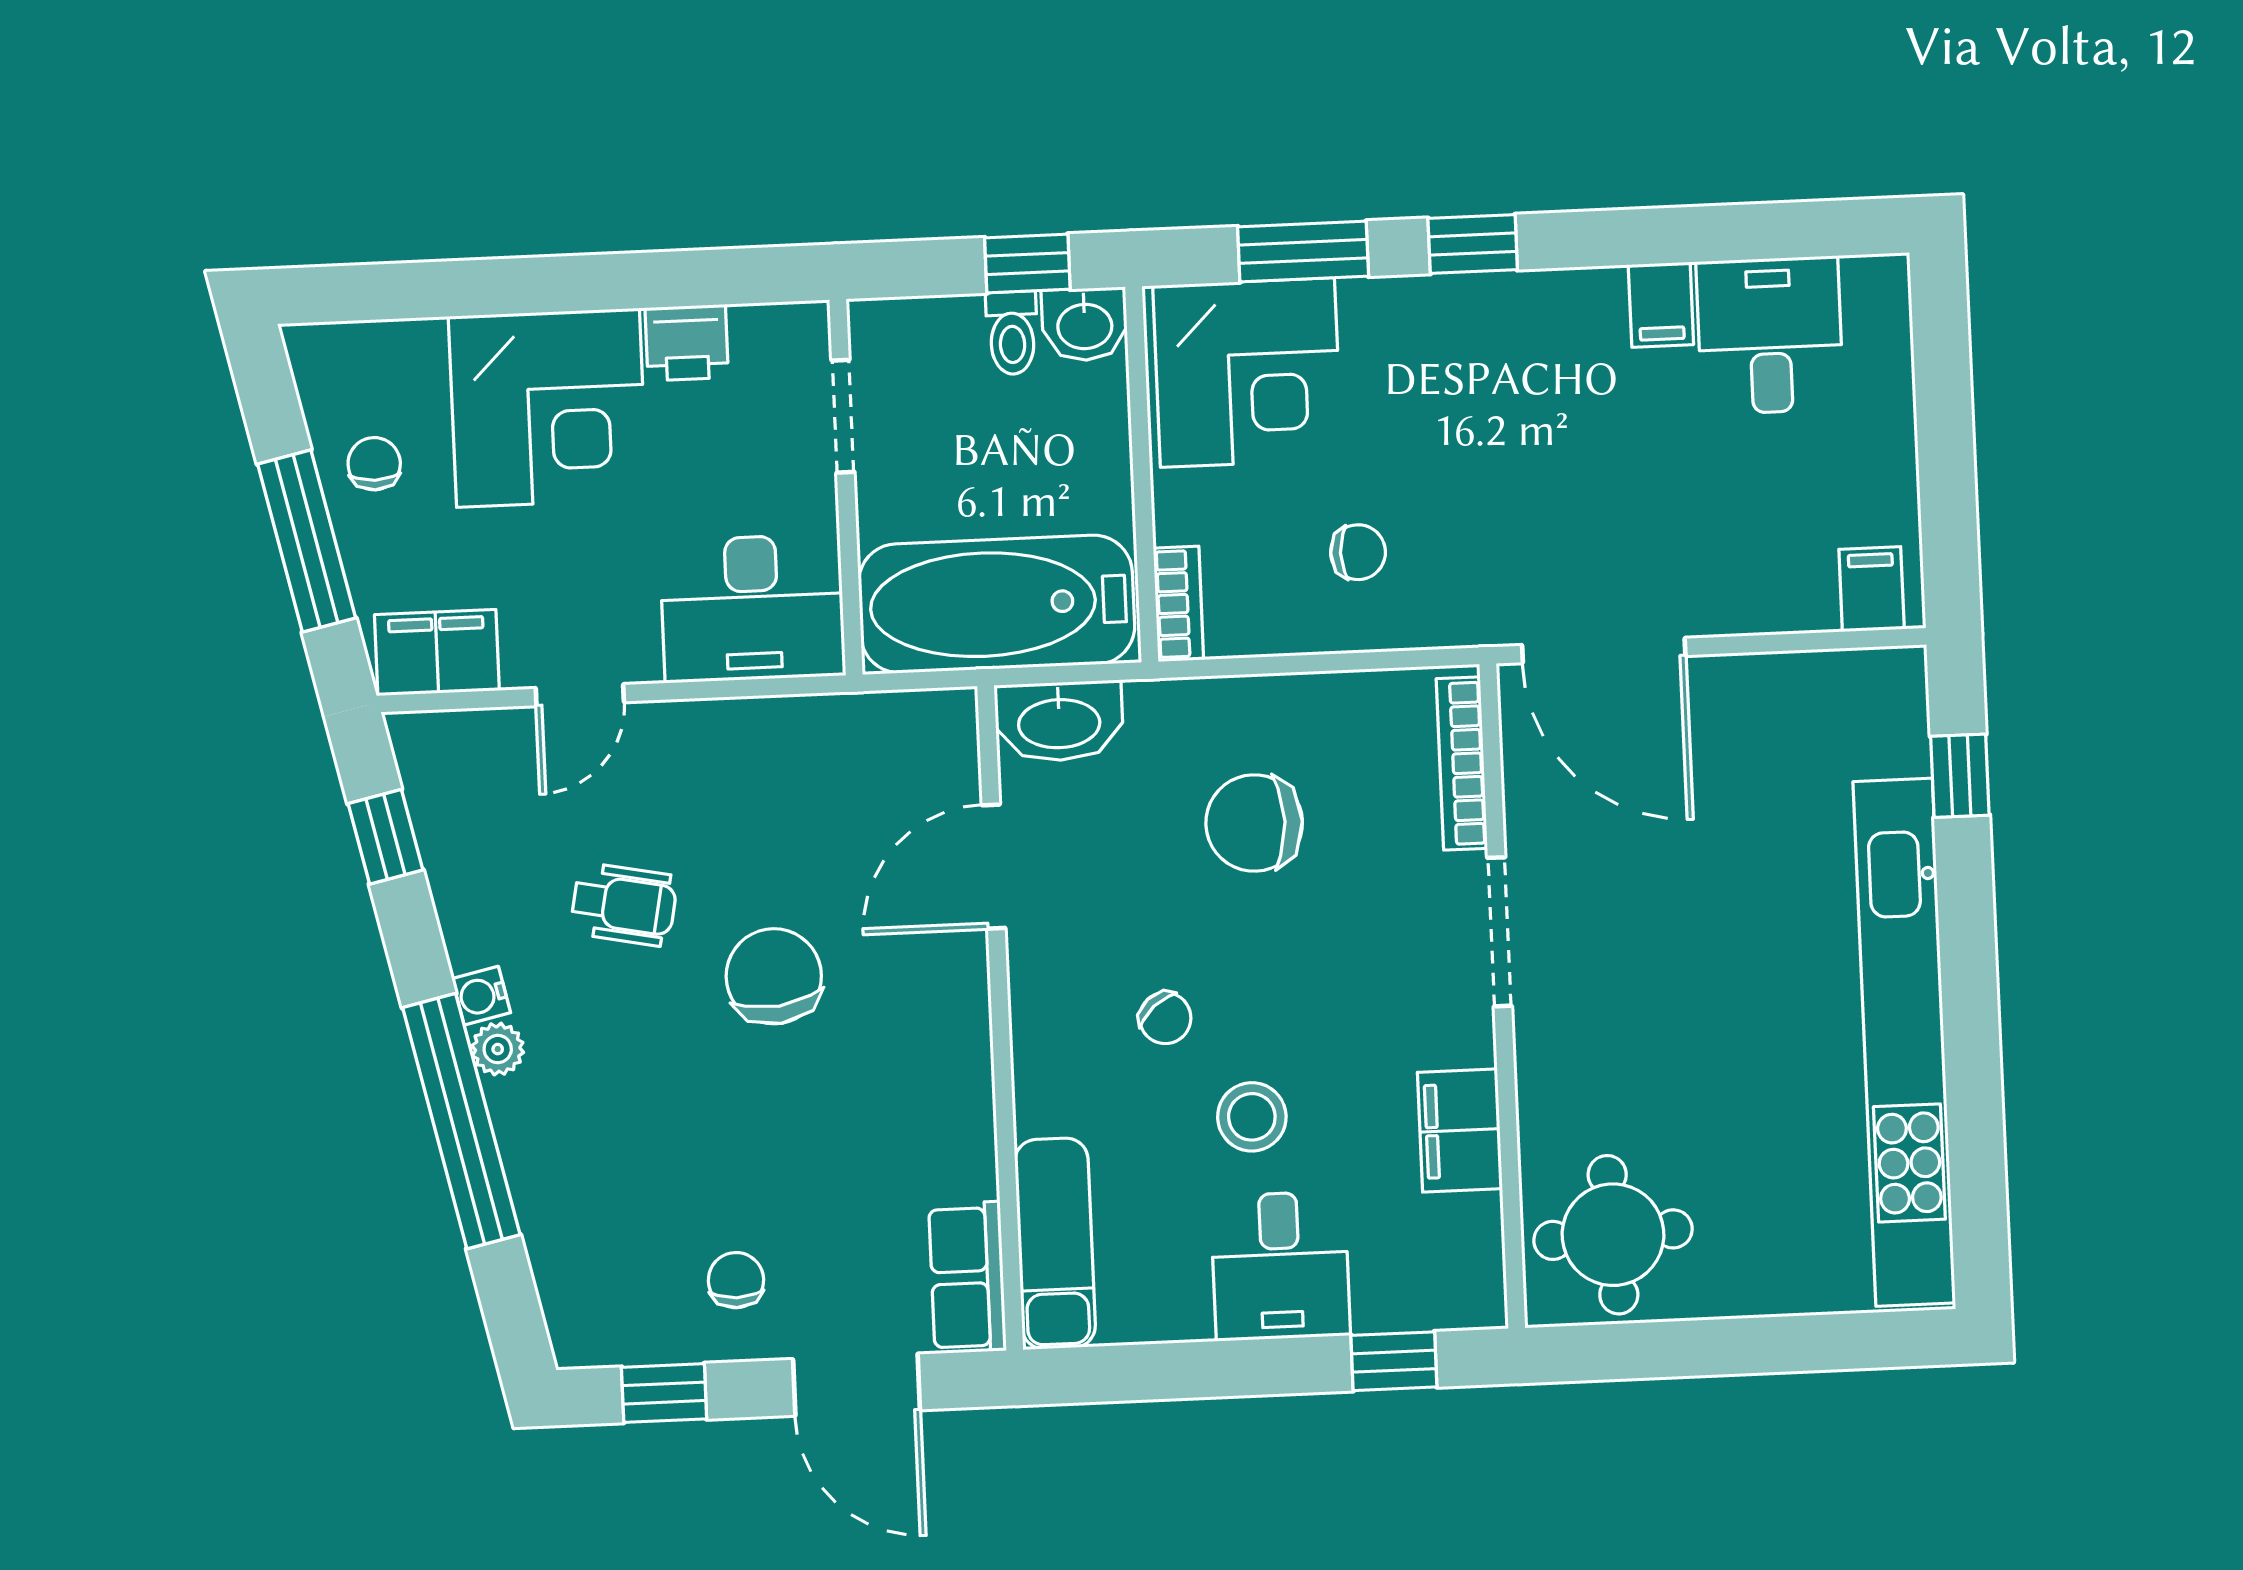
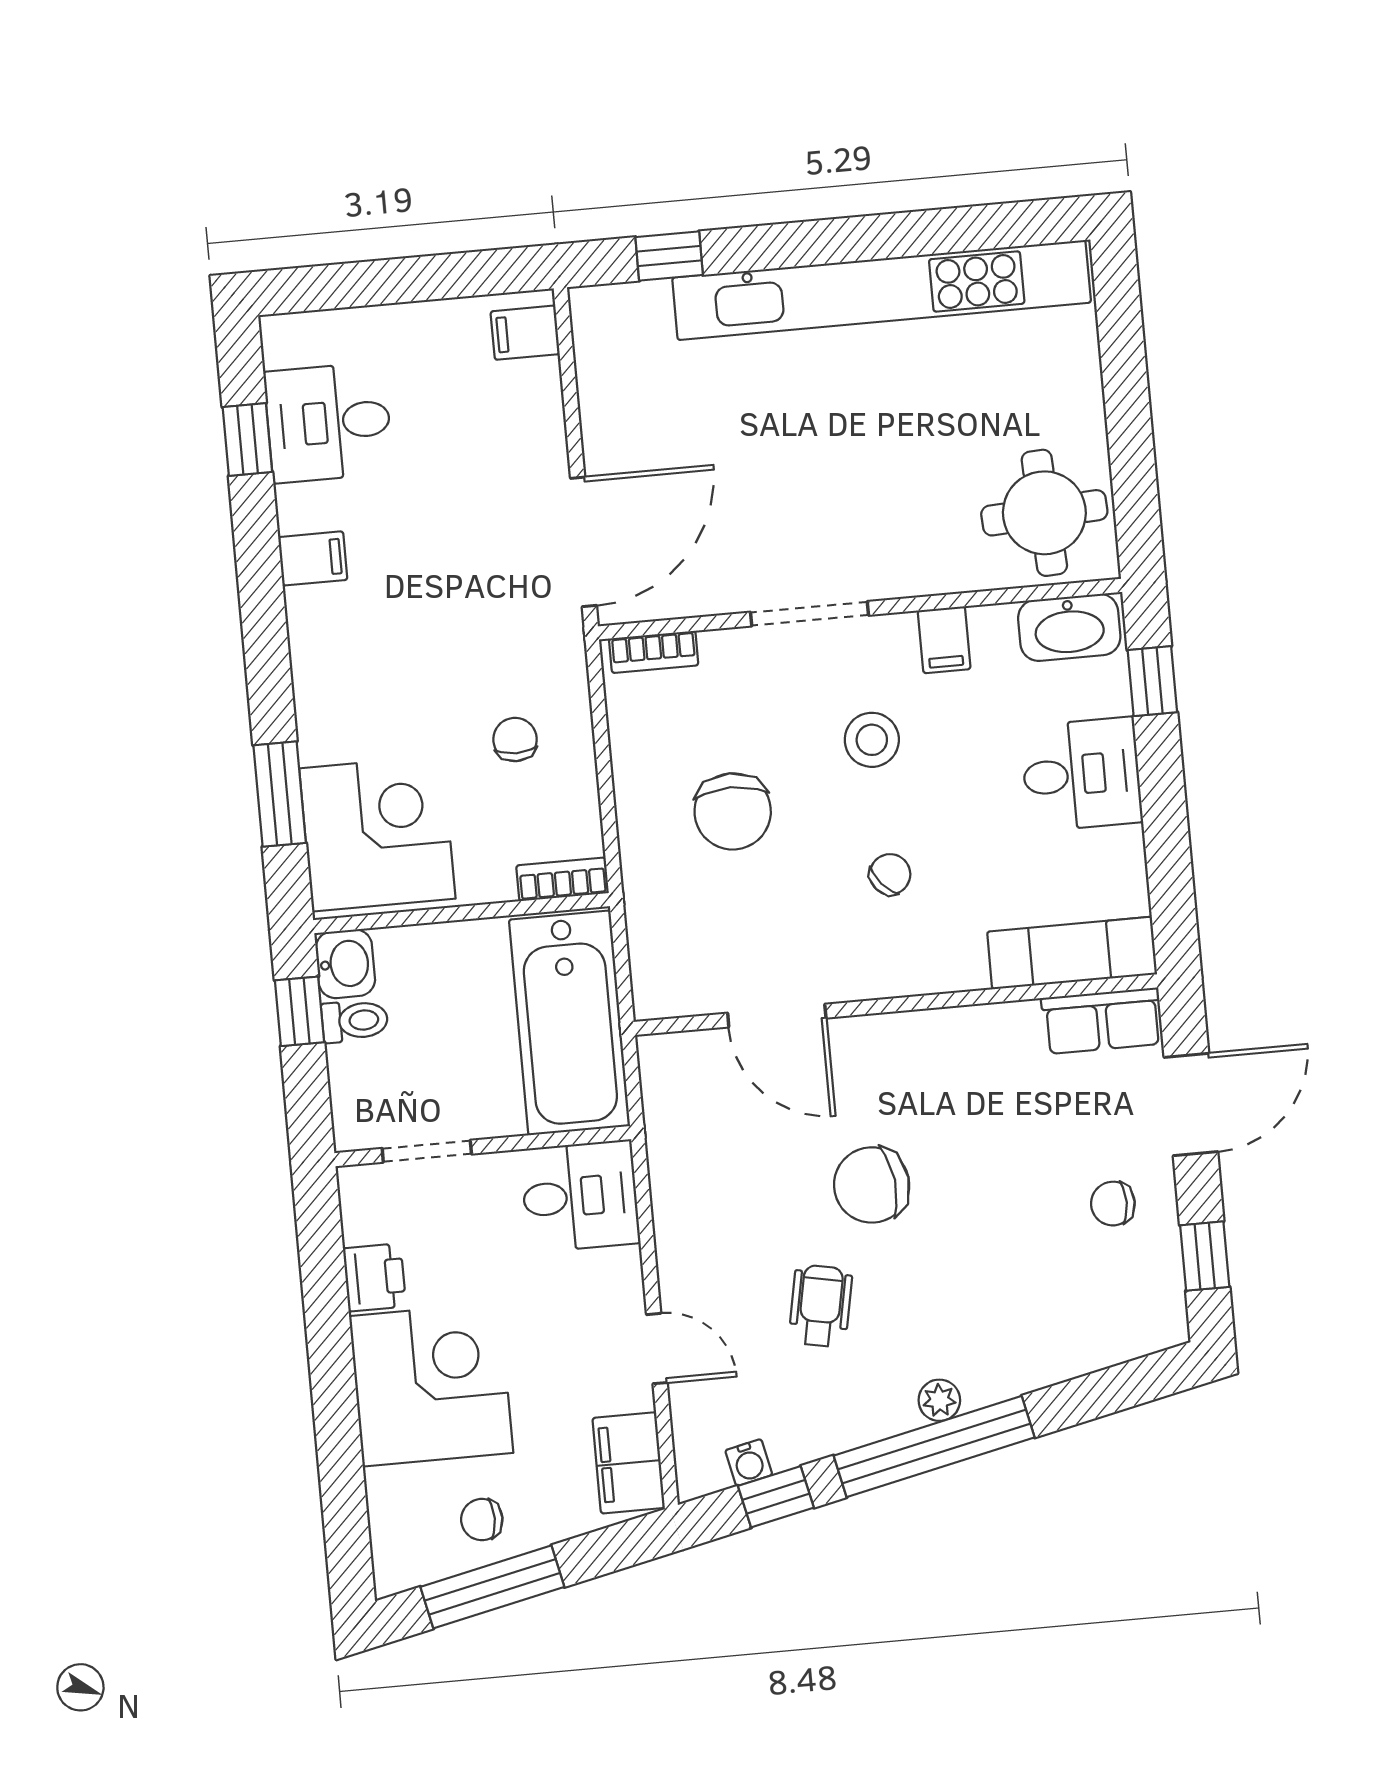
window: (1473, 244) -> (247, 439), moved
filing cabinet: (1661, 305) -> (313, 558), moved
window: (307, 541) -> (492, 1587), moved
desk: (752, 608) -> (580, 1196), width x0.73
washbasin: (1059, 721) -> (1069, 627), moved, turned 90
bookcase: (1462, 763) -> (654, 652), width x0.64
water cooler: (481, 996) -> (749, 1463), moved
stool: (1252, 1117) -> (872, 740), moved
window: (461, 1121) -> (934, 1446), moved
filing cabinet: (1460, 1130) -> (944, 640), width x0.50

